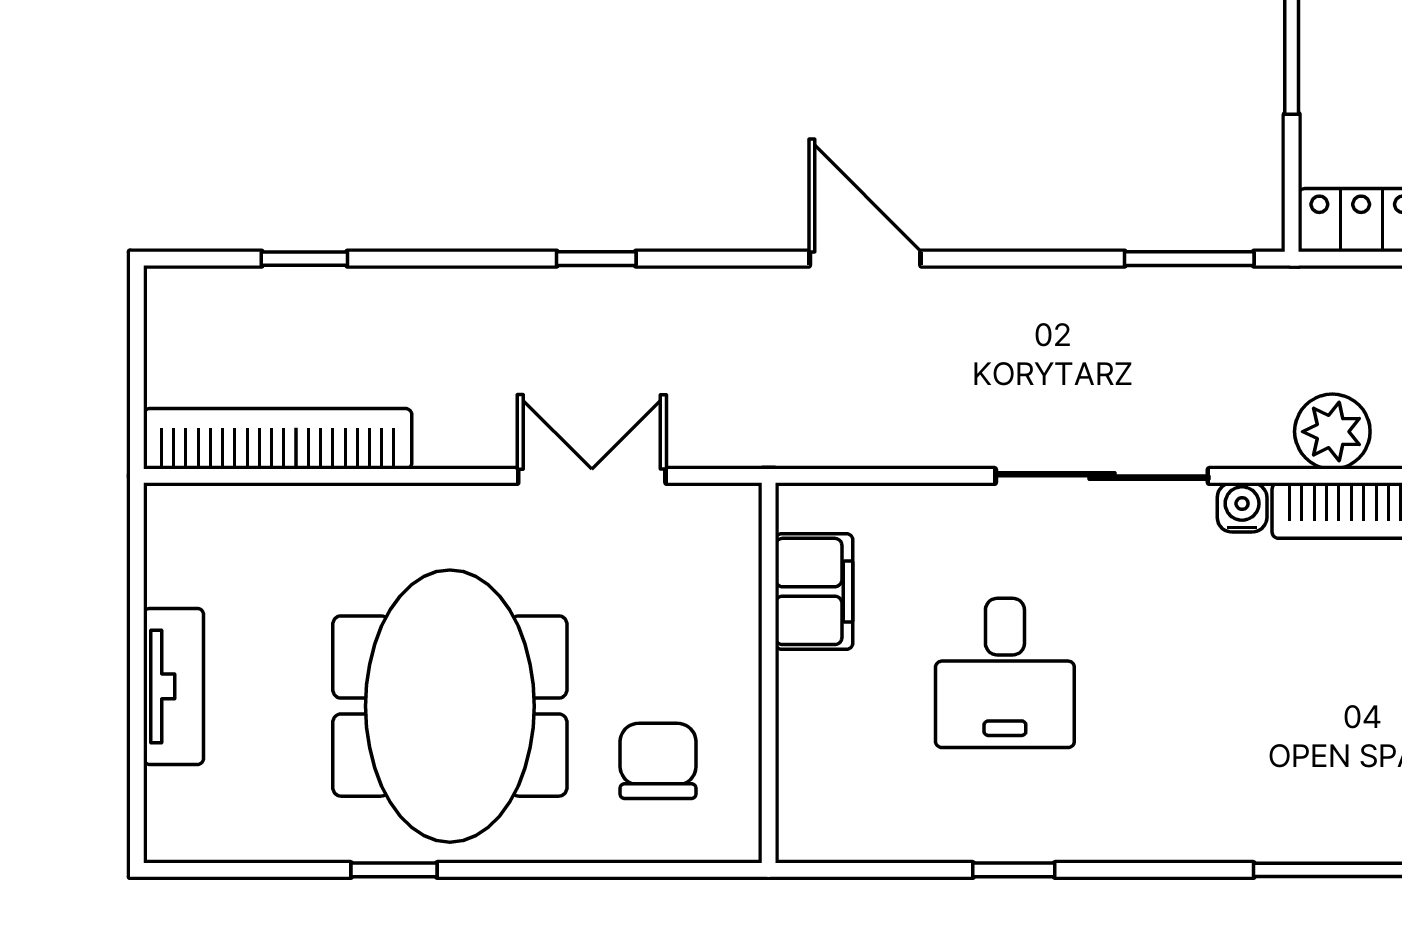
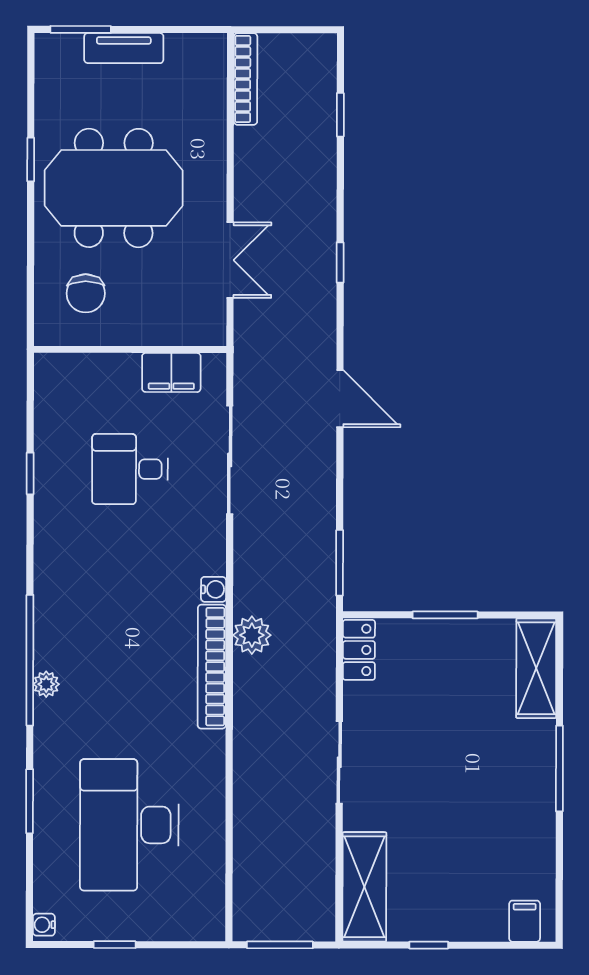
door: (865, 259) -> (340, 399), hinge flipped
bookcase: (278, 439) -> (246, 79), width x0.68, depth x0.76
sliding door: (1102, 476) -> (230, 460), moved
chair: (658, 761) -> (86, 293), turned 90
window: (137, 772) -> (81, 29), added

